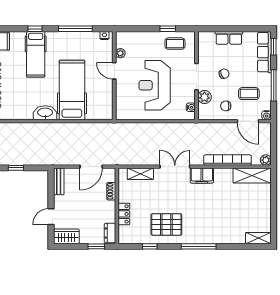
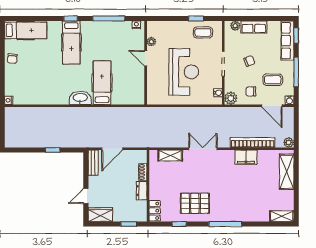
plant: (209, 36) -> (235, 26), added
reception desk: (155, 85) -> (184, 72), turned 180
hospital bed: (72, 90) -> (102, 83), width x0.73, depth x0.78
plant: (204, 97) -> (231, 98), moved
door: (91, 167) -> (112, 149), moved
shelving: (252, 175) -> (287, 172), moved, turned 90
filing cabinet: (202, 176) -> (246, 157), moved
locker: (124, 214) -> (155, 211), moved
dresser: (110, 233) -> (142, 191), moved

